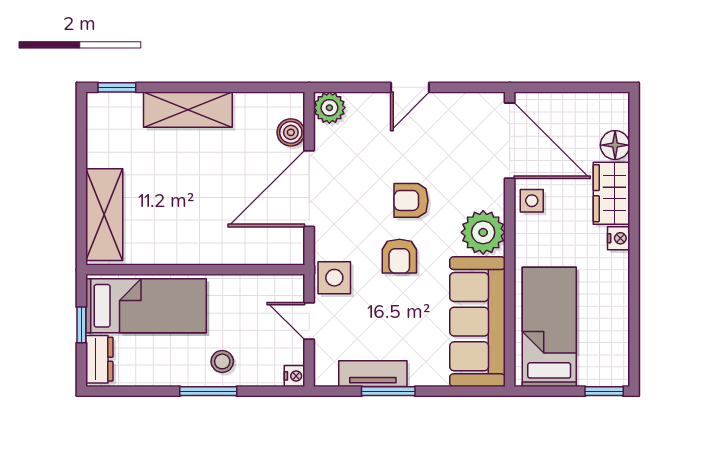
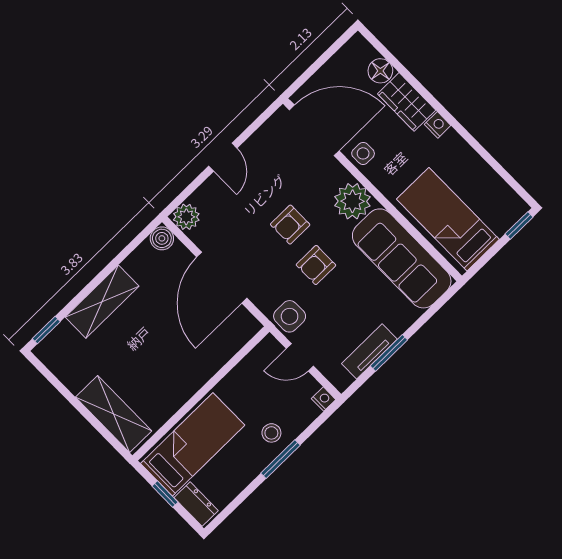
boiler: (291, 132) -> (162, 238), moved
armchair: (399, 256) -> (316, 265), turned 90

